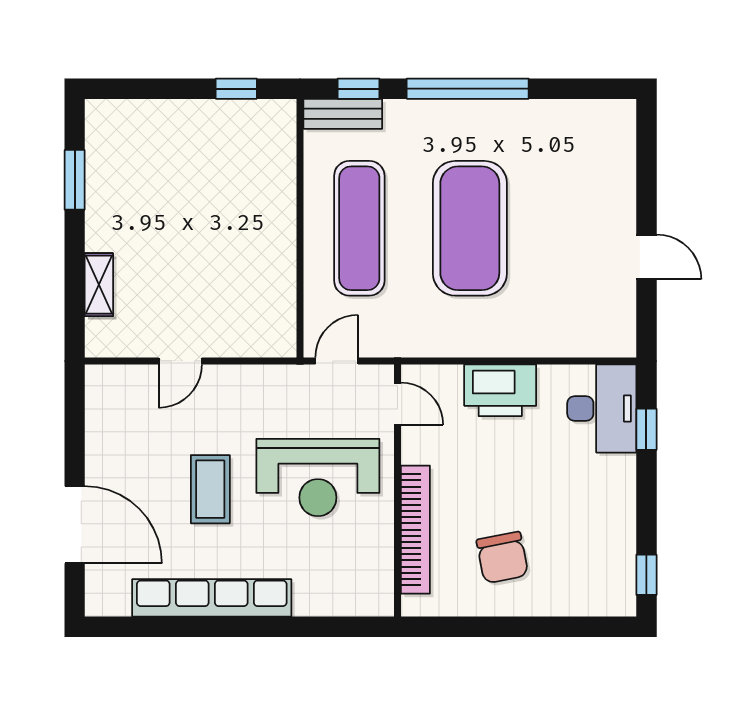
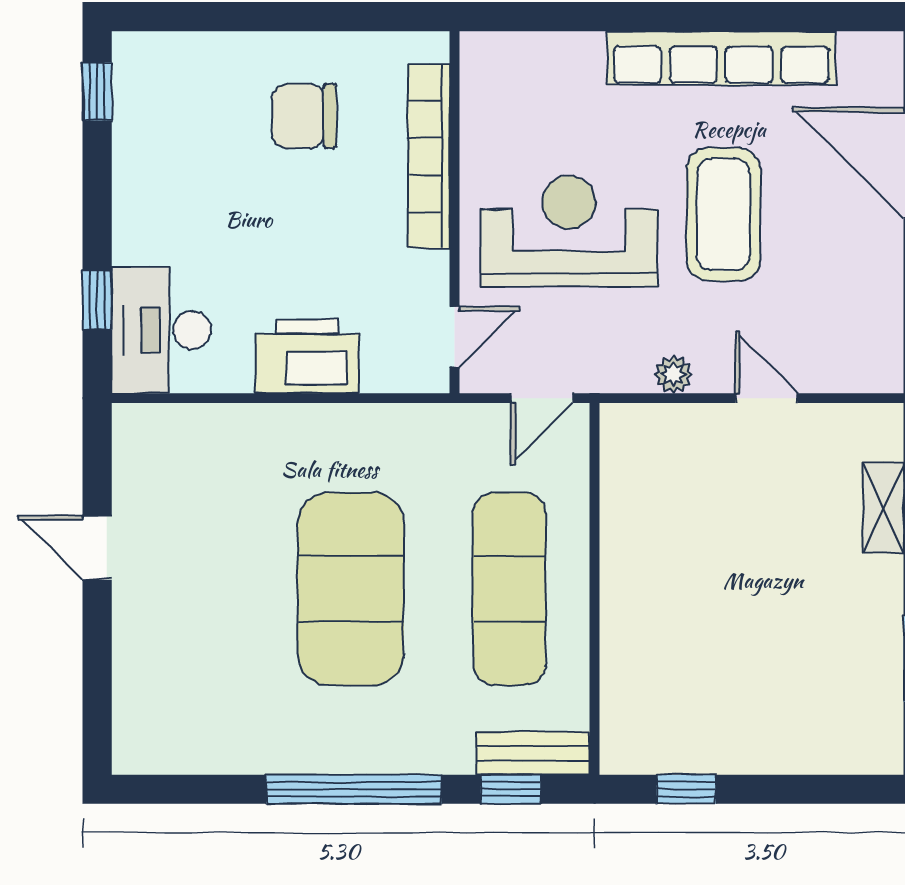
door: (180, 361) -> (766, 398), hinge flipped
plant: (245, 378) -> (673, 374), added
door: (398, 404) -> (455, 337), swing flipped
coffee table: (210, 489) -> (723, 214), width x1.36, depth x1.32
chair: (502, 557) -> (304, 116), turned -79

